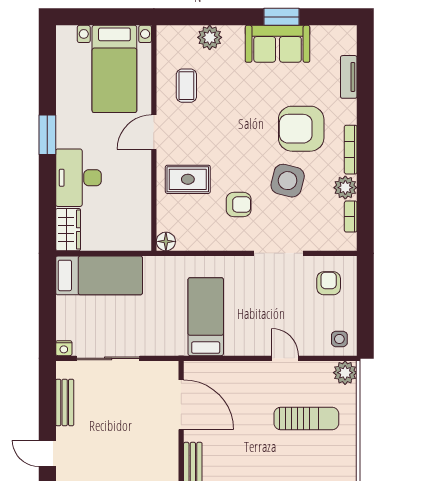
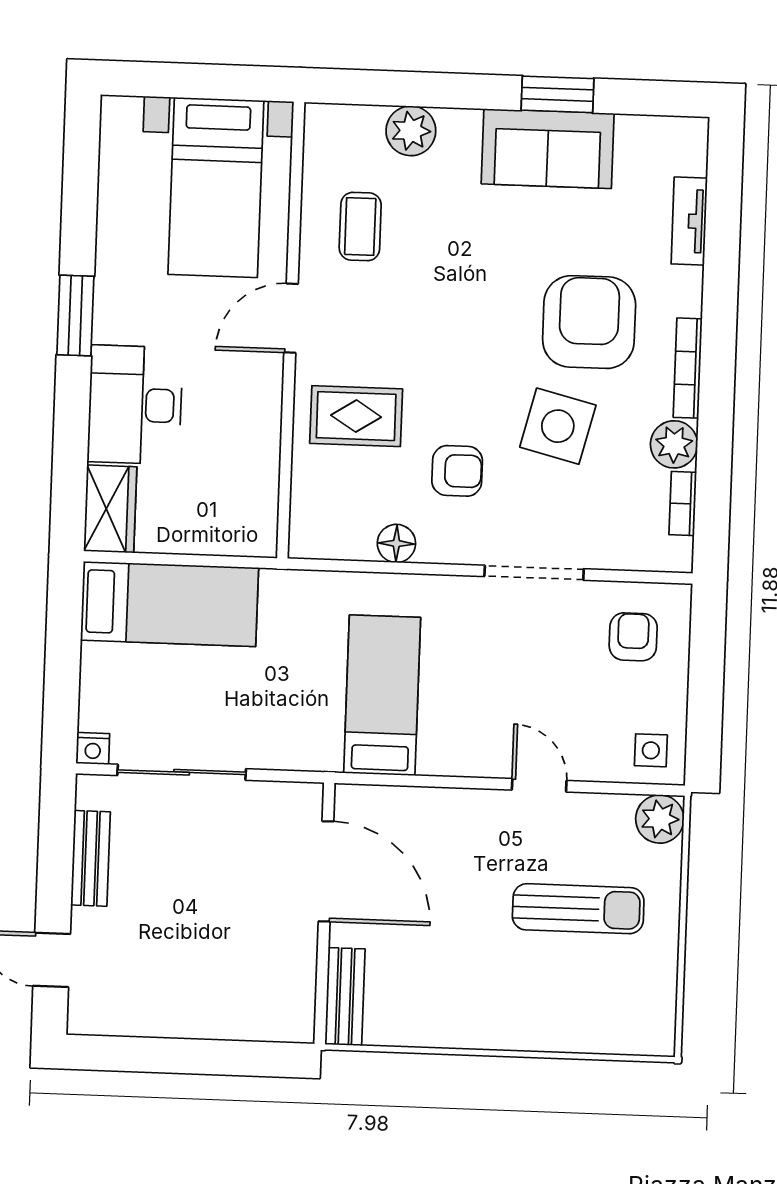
armchair: (301, 129) -> (589, 322), turned 90
floor lamp: (166, 241) -> (396, 543), moved

